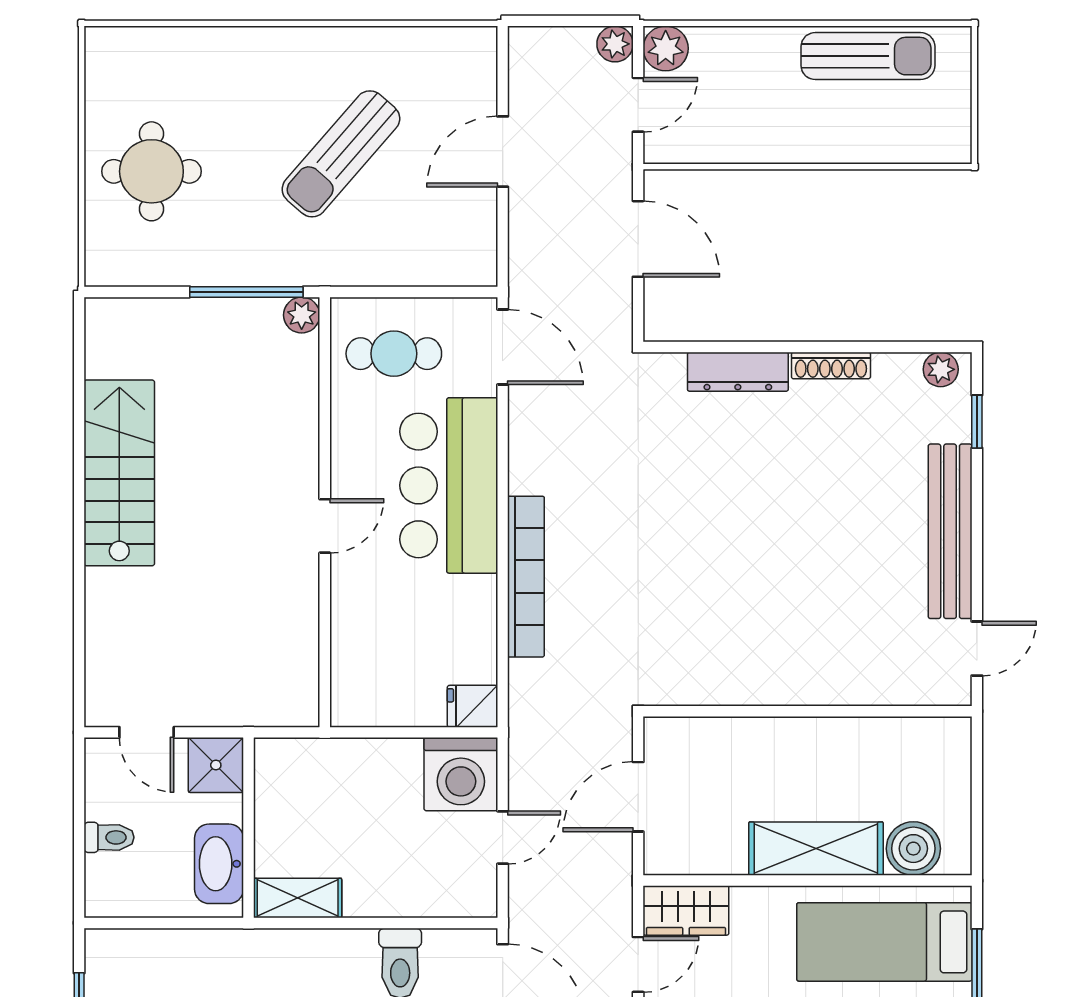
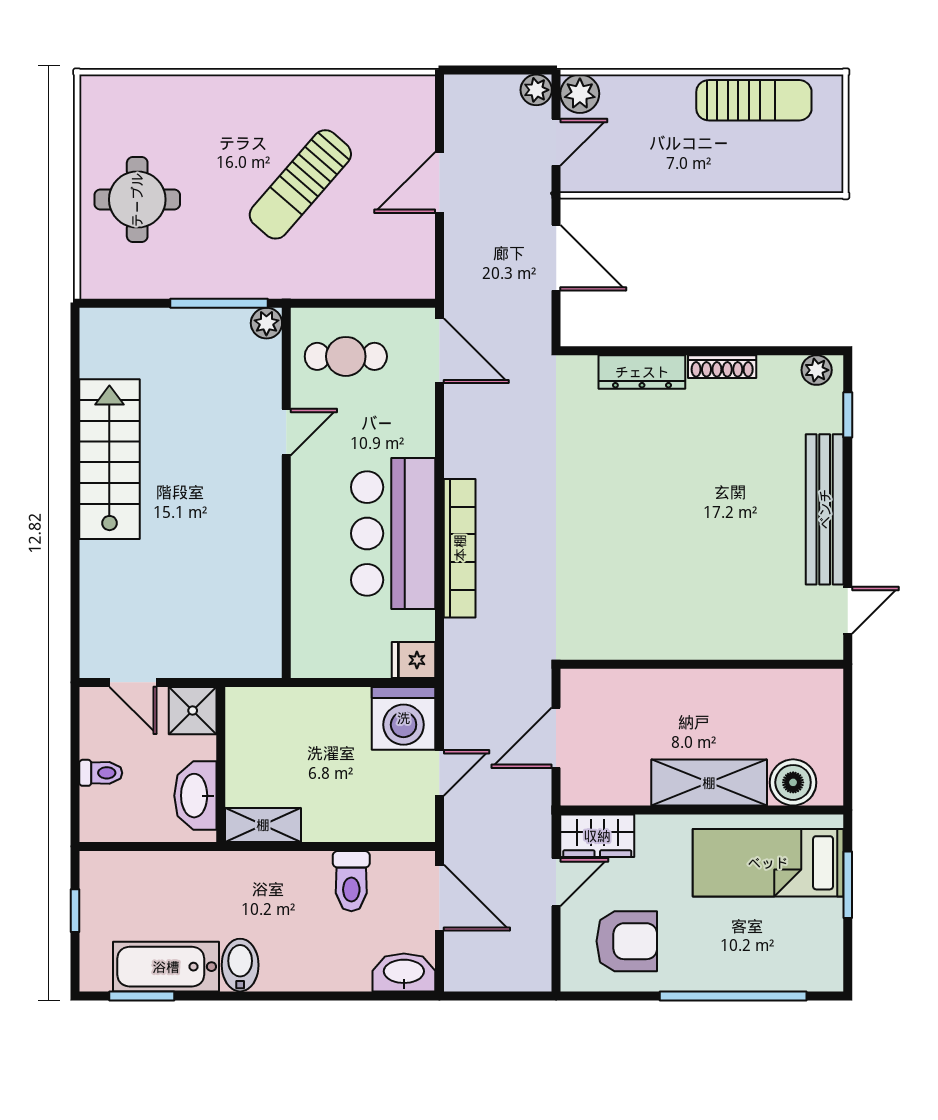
bar counter: (449, 485) -> (393, 533), moved
door: (325, 526) -> (286, 432), moved

